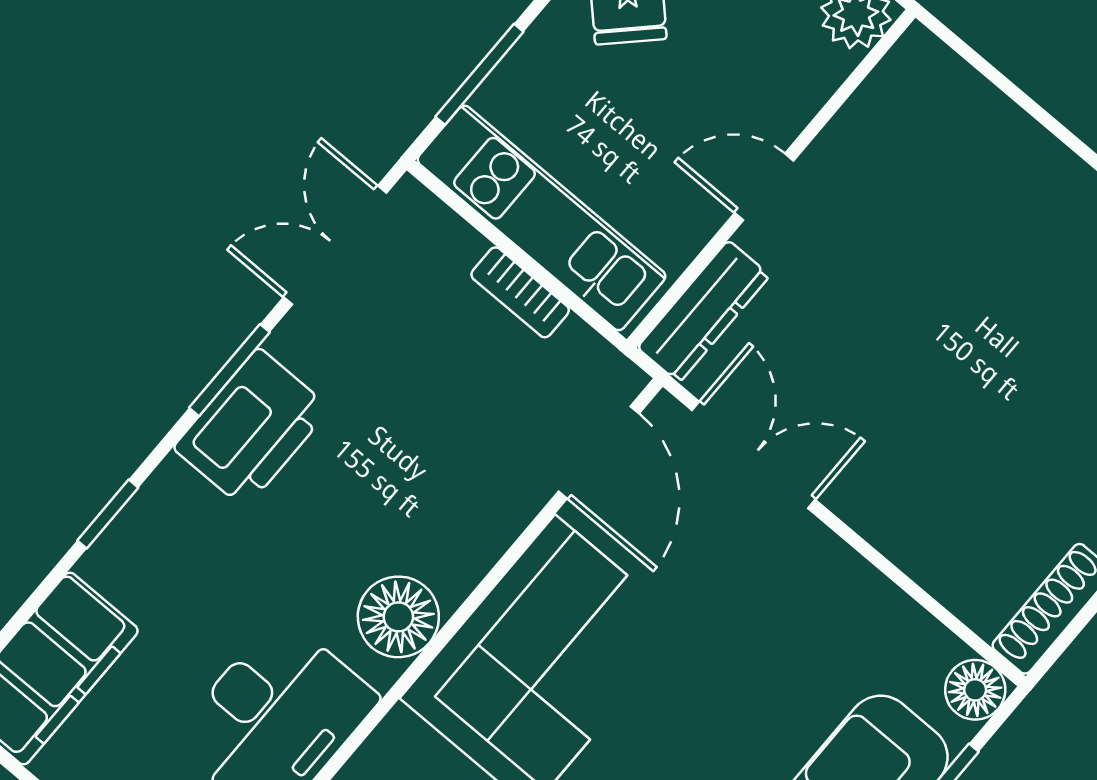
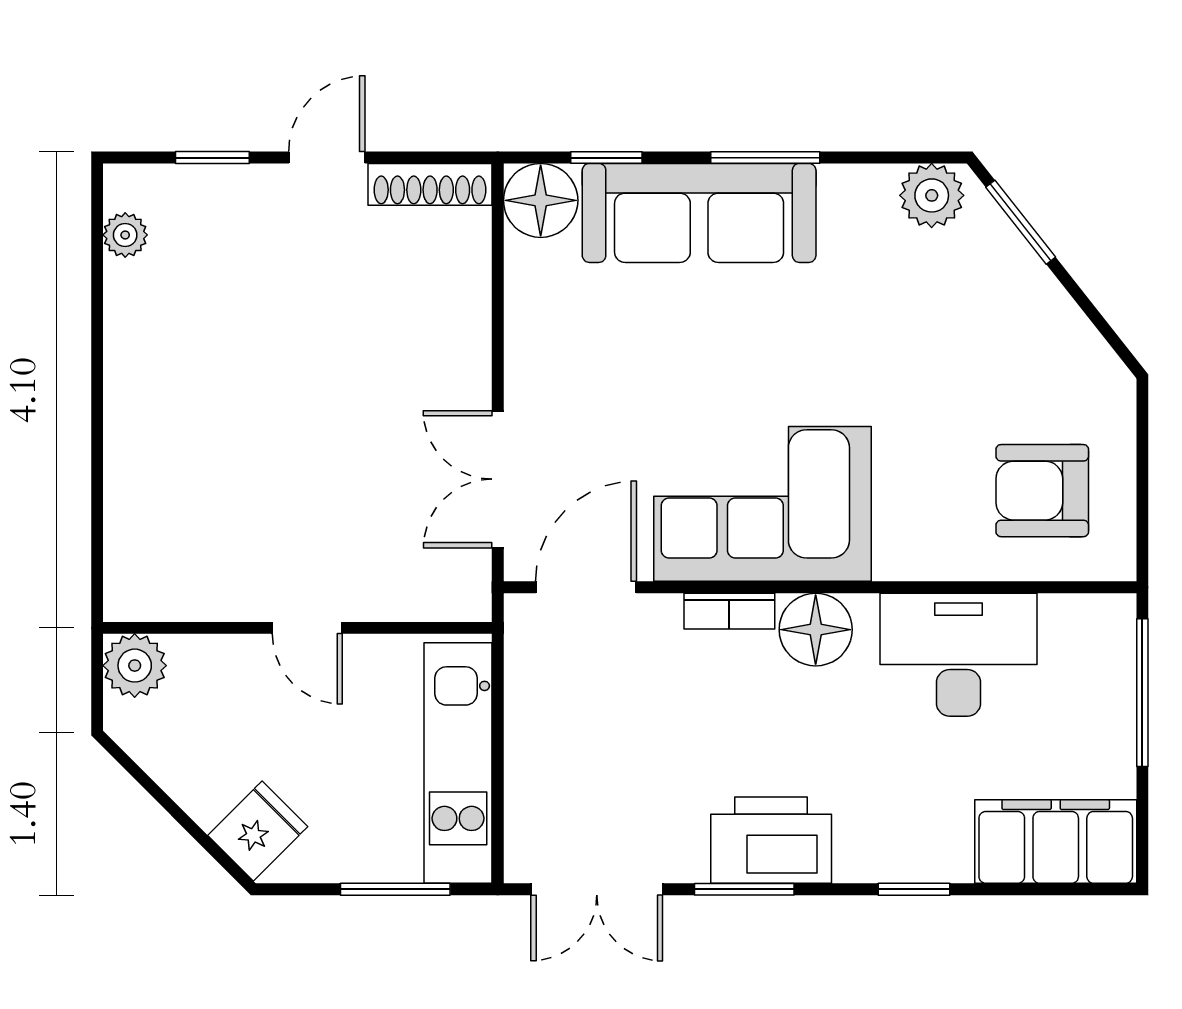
bookcase: (520, 292) -> (729, 611), moved, turned 90
dresser: (704, 311) -> (428, 597), removed
floor lamp: (975, 690) -> (541, 200), width x1.38, depth x1.38

